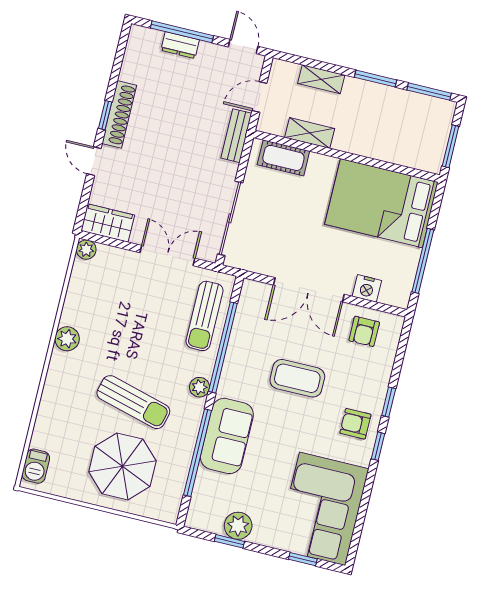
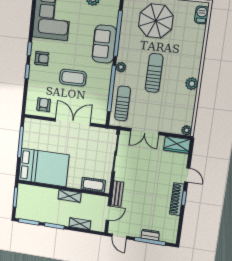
shelving: (310, 133) -> (70, 196), moved
nightstand: (367, 288) -> (45, 126), removed
sun lounger: (133, 402) -> (154, 73), moved, turned 75

